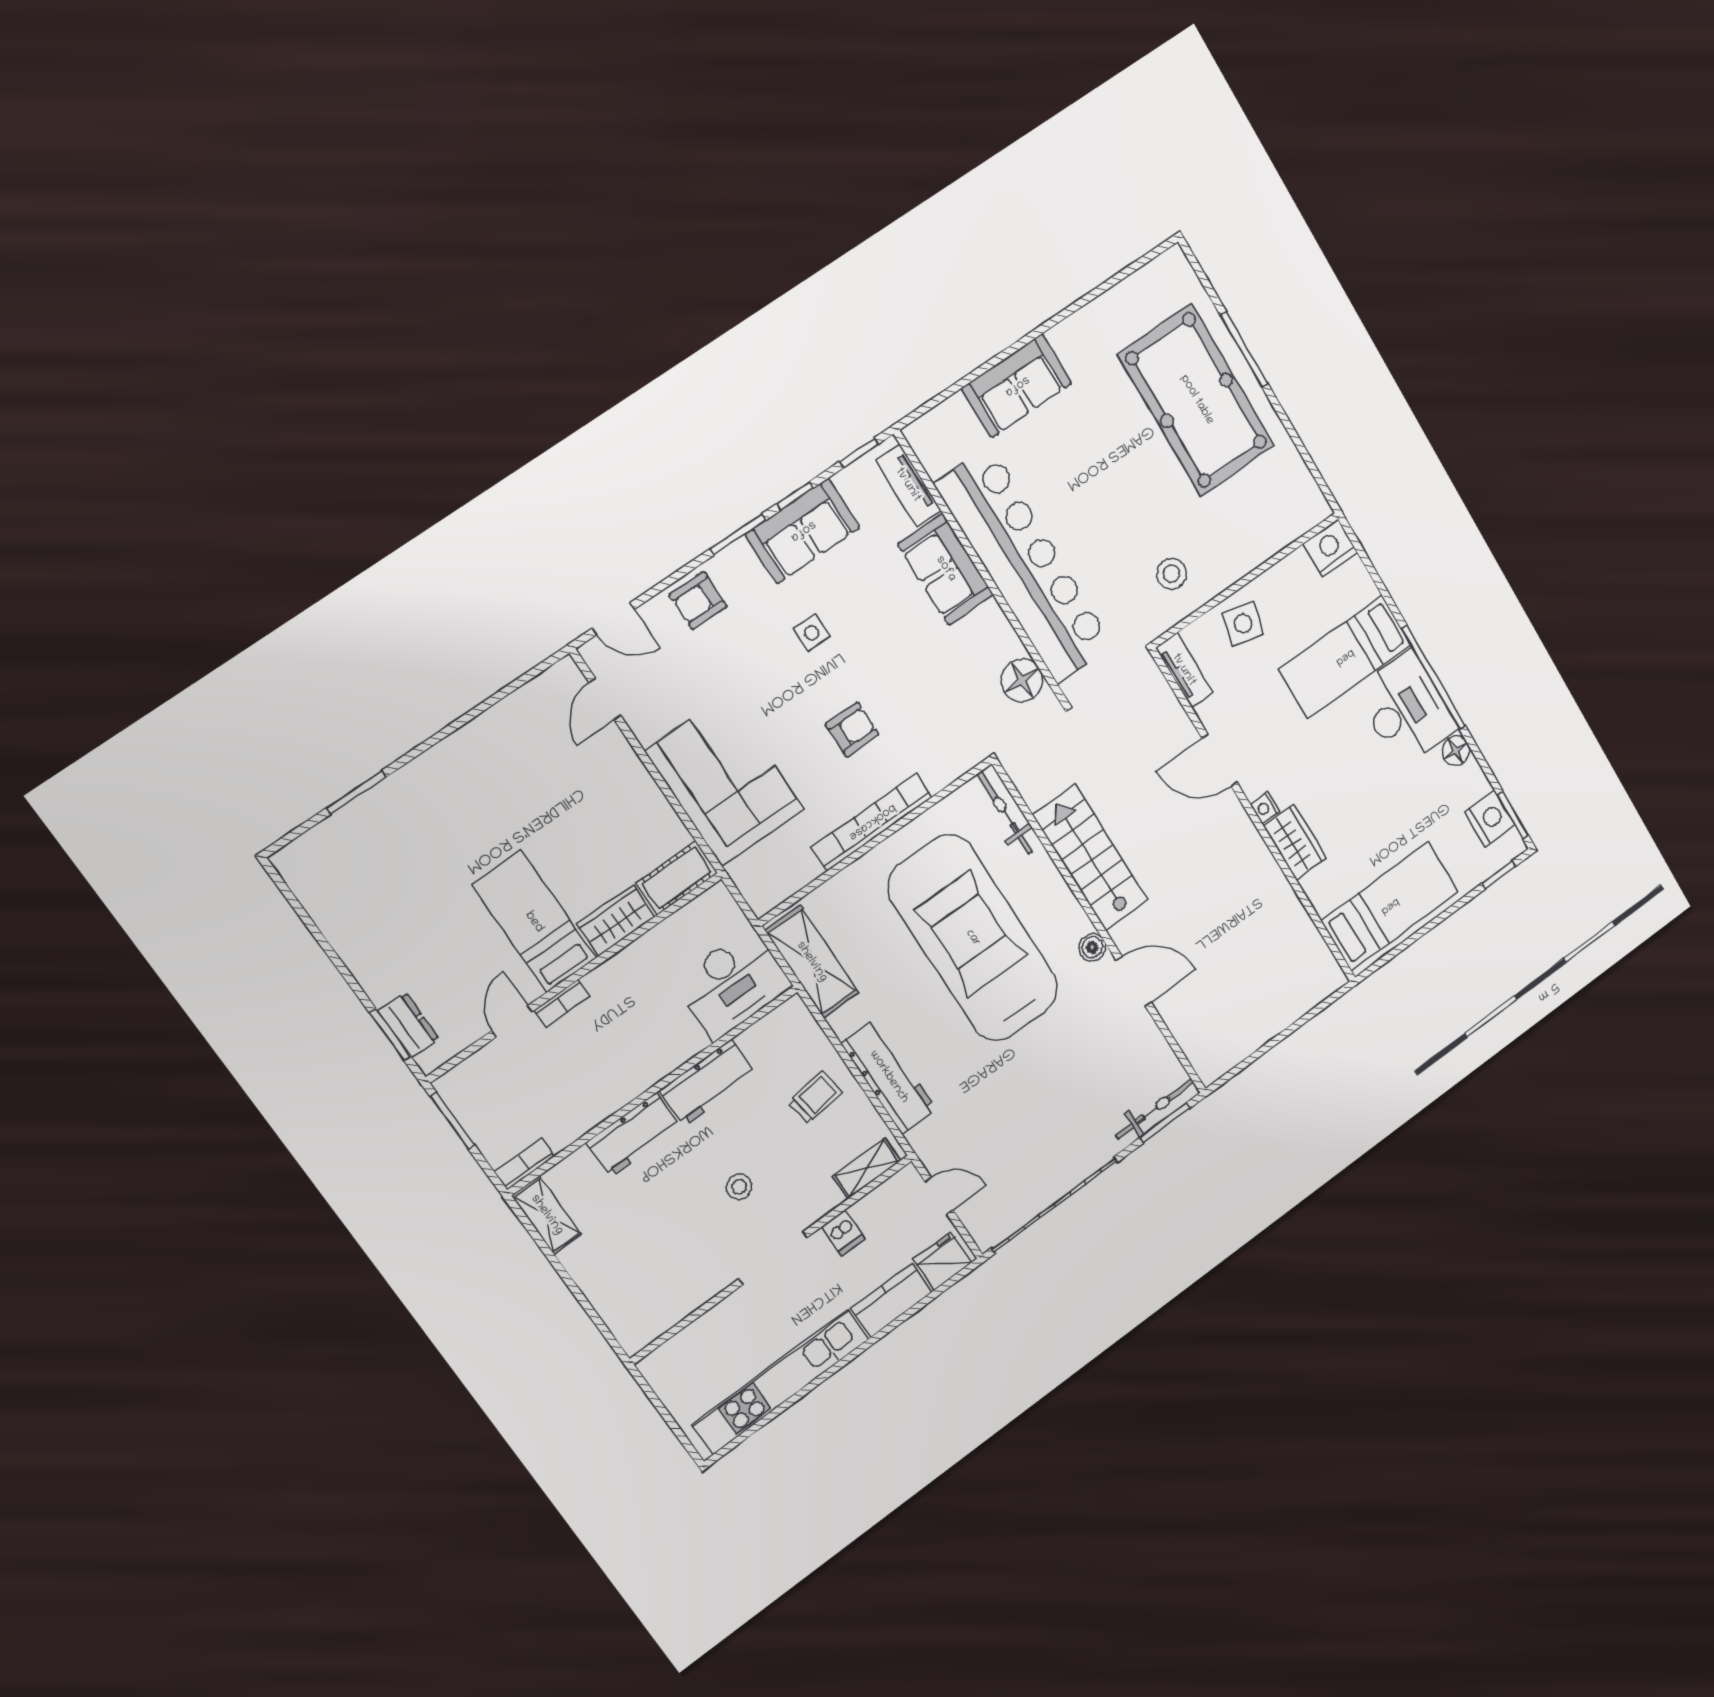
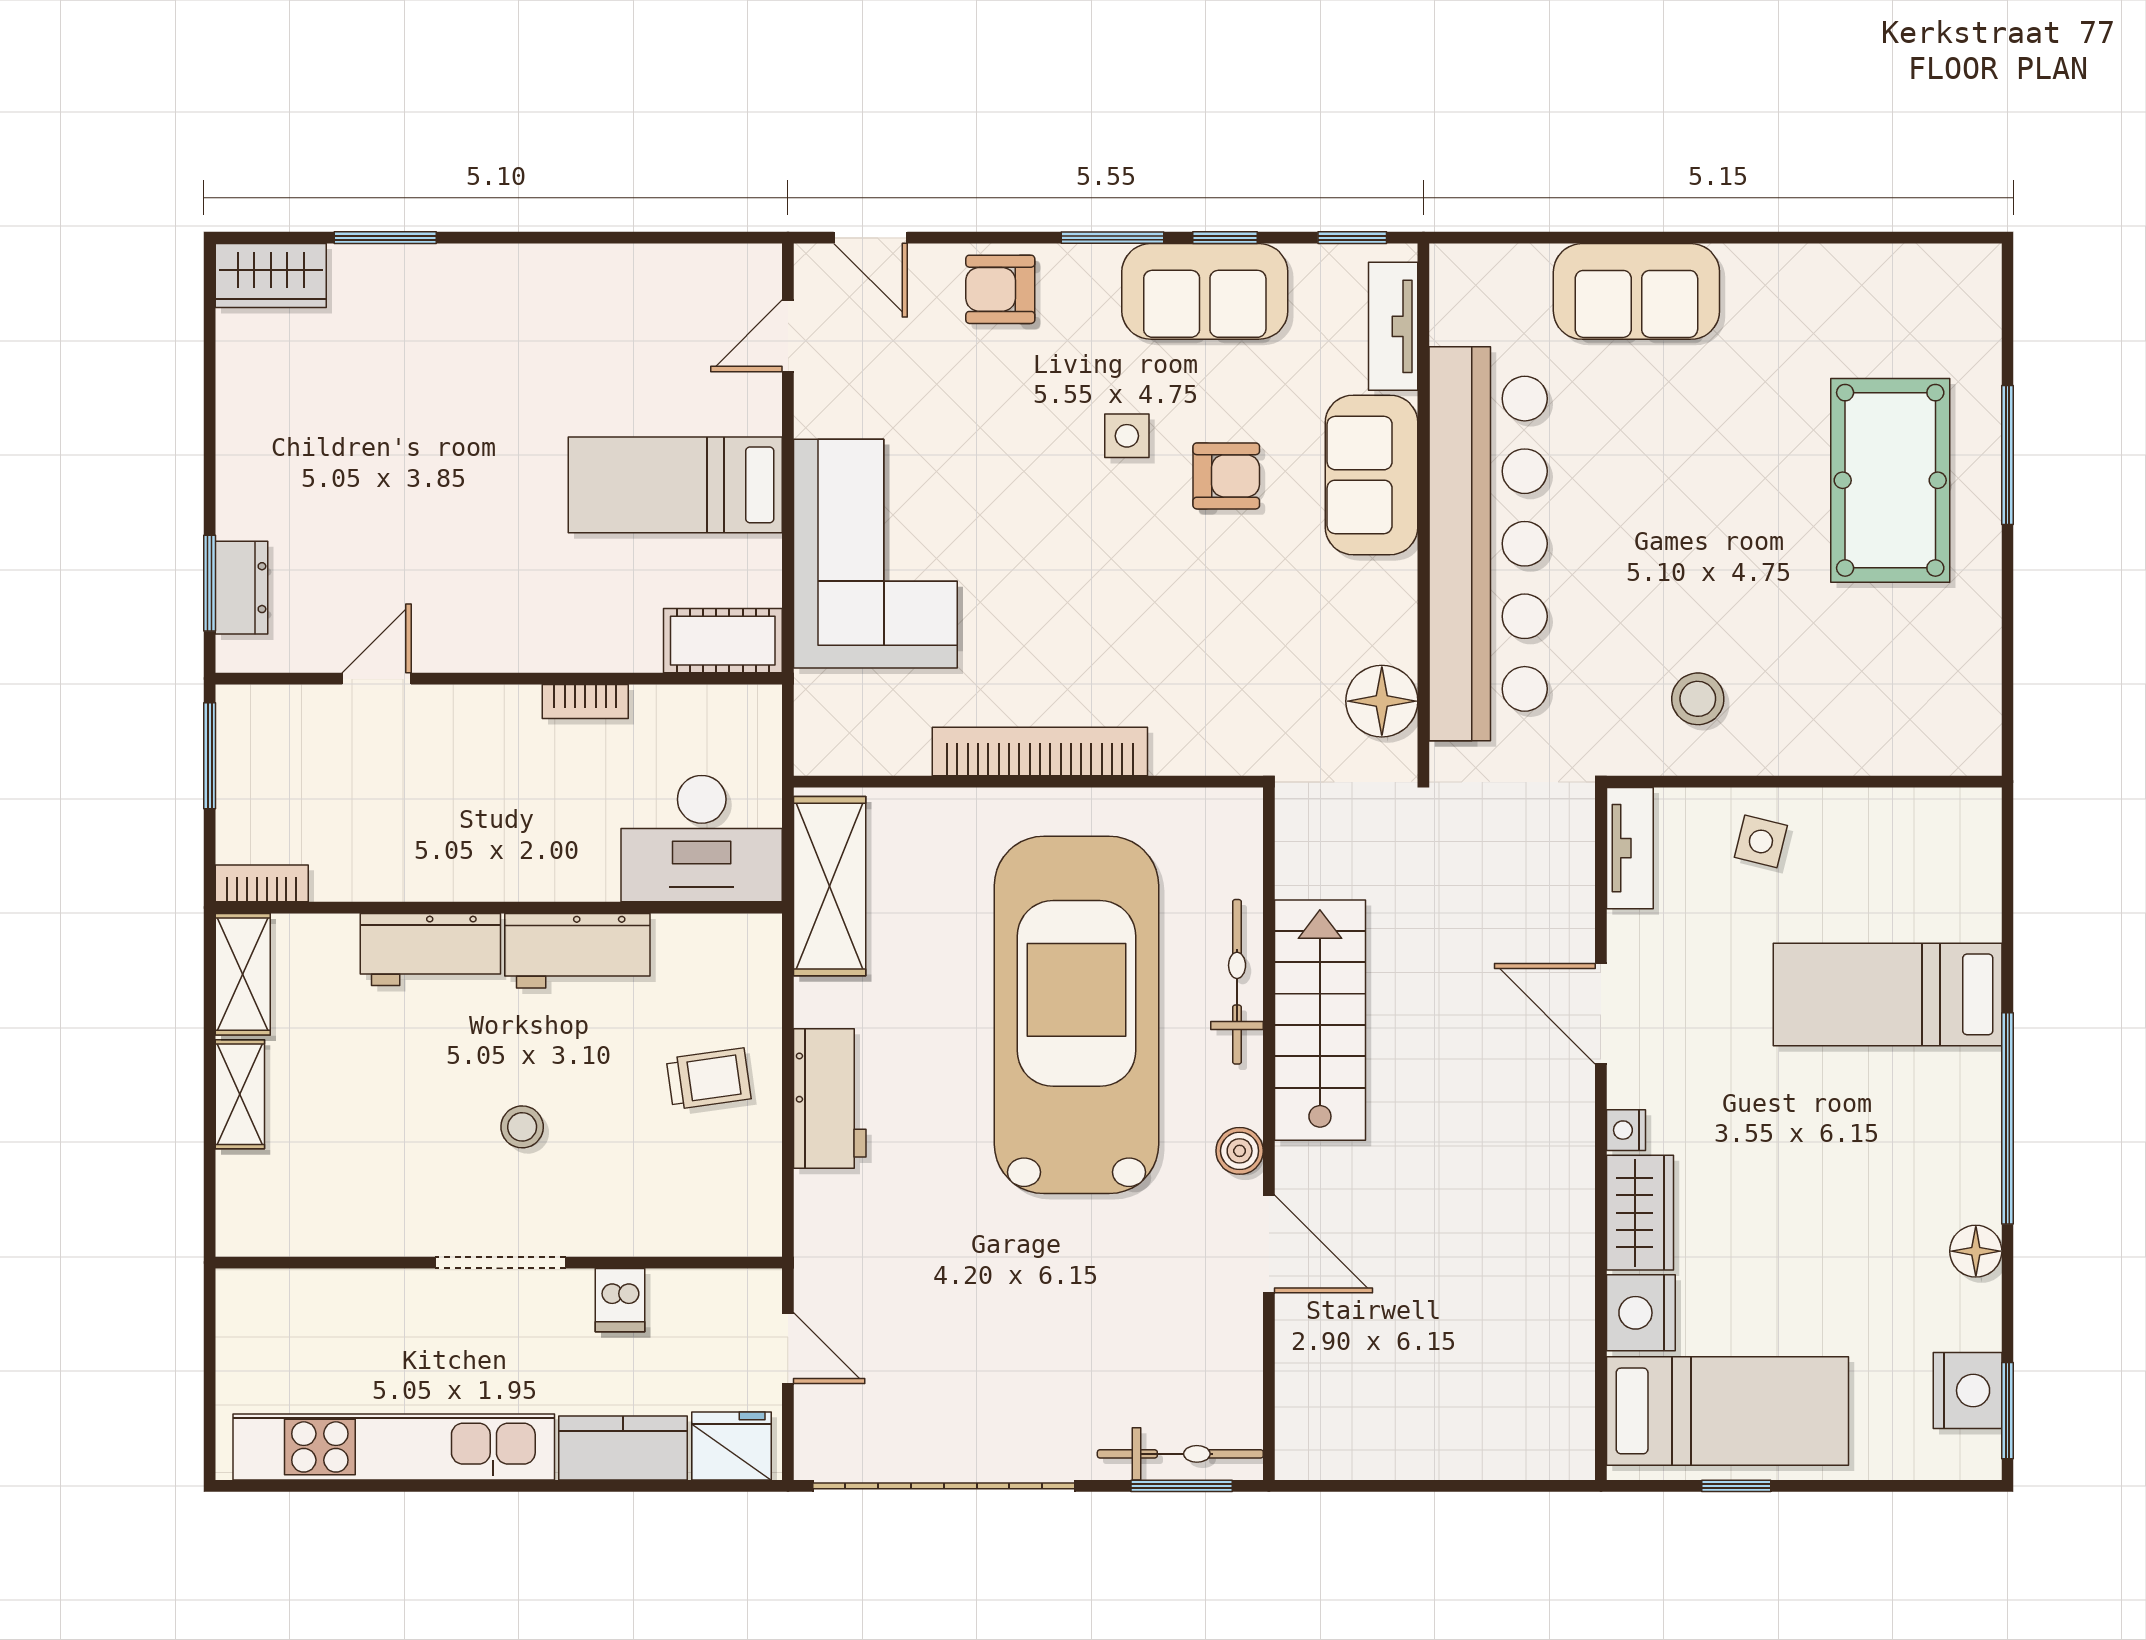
pool table: (1197, 400) -> (1890, 480), width x0.73, depth x0.76
nightstand: (1331, 548) -> (1641, 1313), moved, turned -90
side table: (1243, 624) -> (1761, 841), width x0.73, depth x0.73
desk: (1406, 709) -> (1935, 1135), removed
armchair: (852, 729) -> (1226, 476), moved
bicycle: (1005, 813) -> (1237, 982), moved
window: (1499, 875) -> (1736, 1486), moved
wardrobe: (616, 920) -> (271, 276), moved, turned 180
bed: (534, 922) -> (675, 485), moved, turned -90
bookcase: (562, 1003) -> (585, 701), moved
workbench: (889, 1077) -> (830, 1099), width x0.73
shelving: (867, 1168) -> (240, 1094), moved, turned 90

